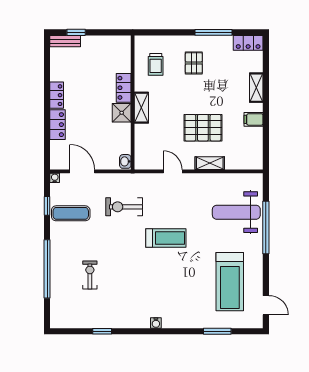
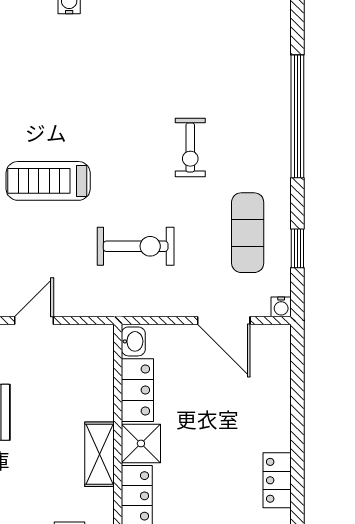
locker: (58, 125) -> (137, 390), moved, turned 180
door: (173, 171) -> (34, 320), swing flipped
exercise mat: (71, 213) -> (248, 233), turned 90
exercise bike: (90, 275) -> (190, 147), moved

